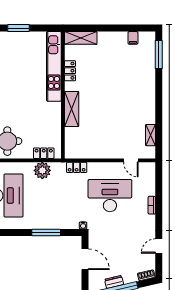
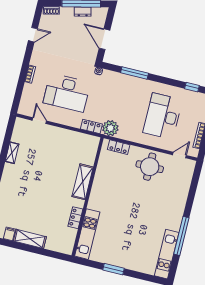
shelving: (81, 38) -> (30, 239), moved
kitchen unit: (54, 66) -> (87, 234), width x0.73
shelving: (151, 135) -> (12, 153), moved
plant: (42, 170) -> (110, 128), moved

